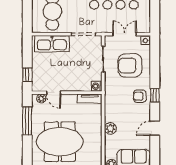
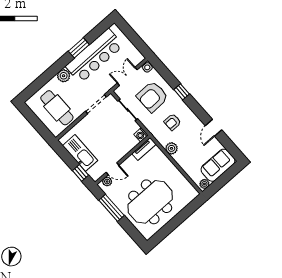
kitchen sink: (52, 44) -> (80, 153), moved, turned -90
window: (155, 95) -> (182, 92), moved
armchair: (140, 96) -> (173, 122), moved
plant: (110, 128) -> (171, 148), moved

